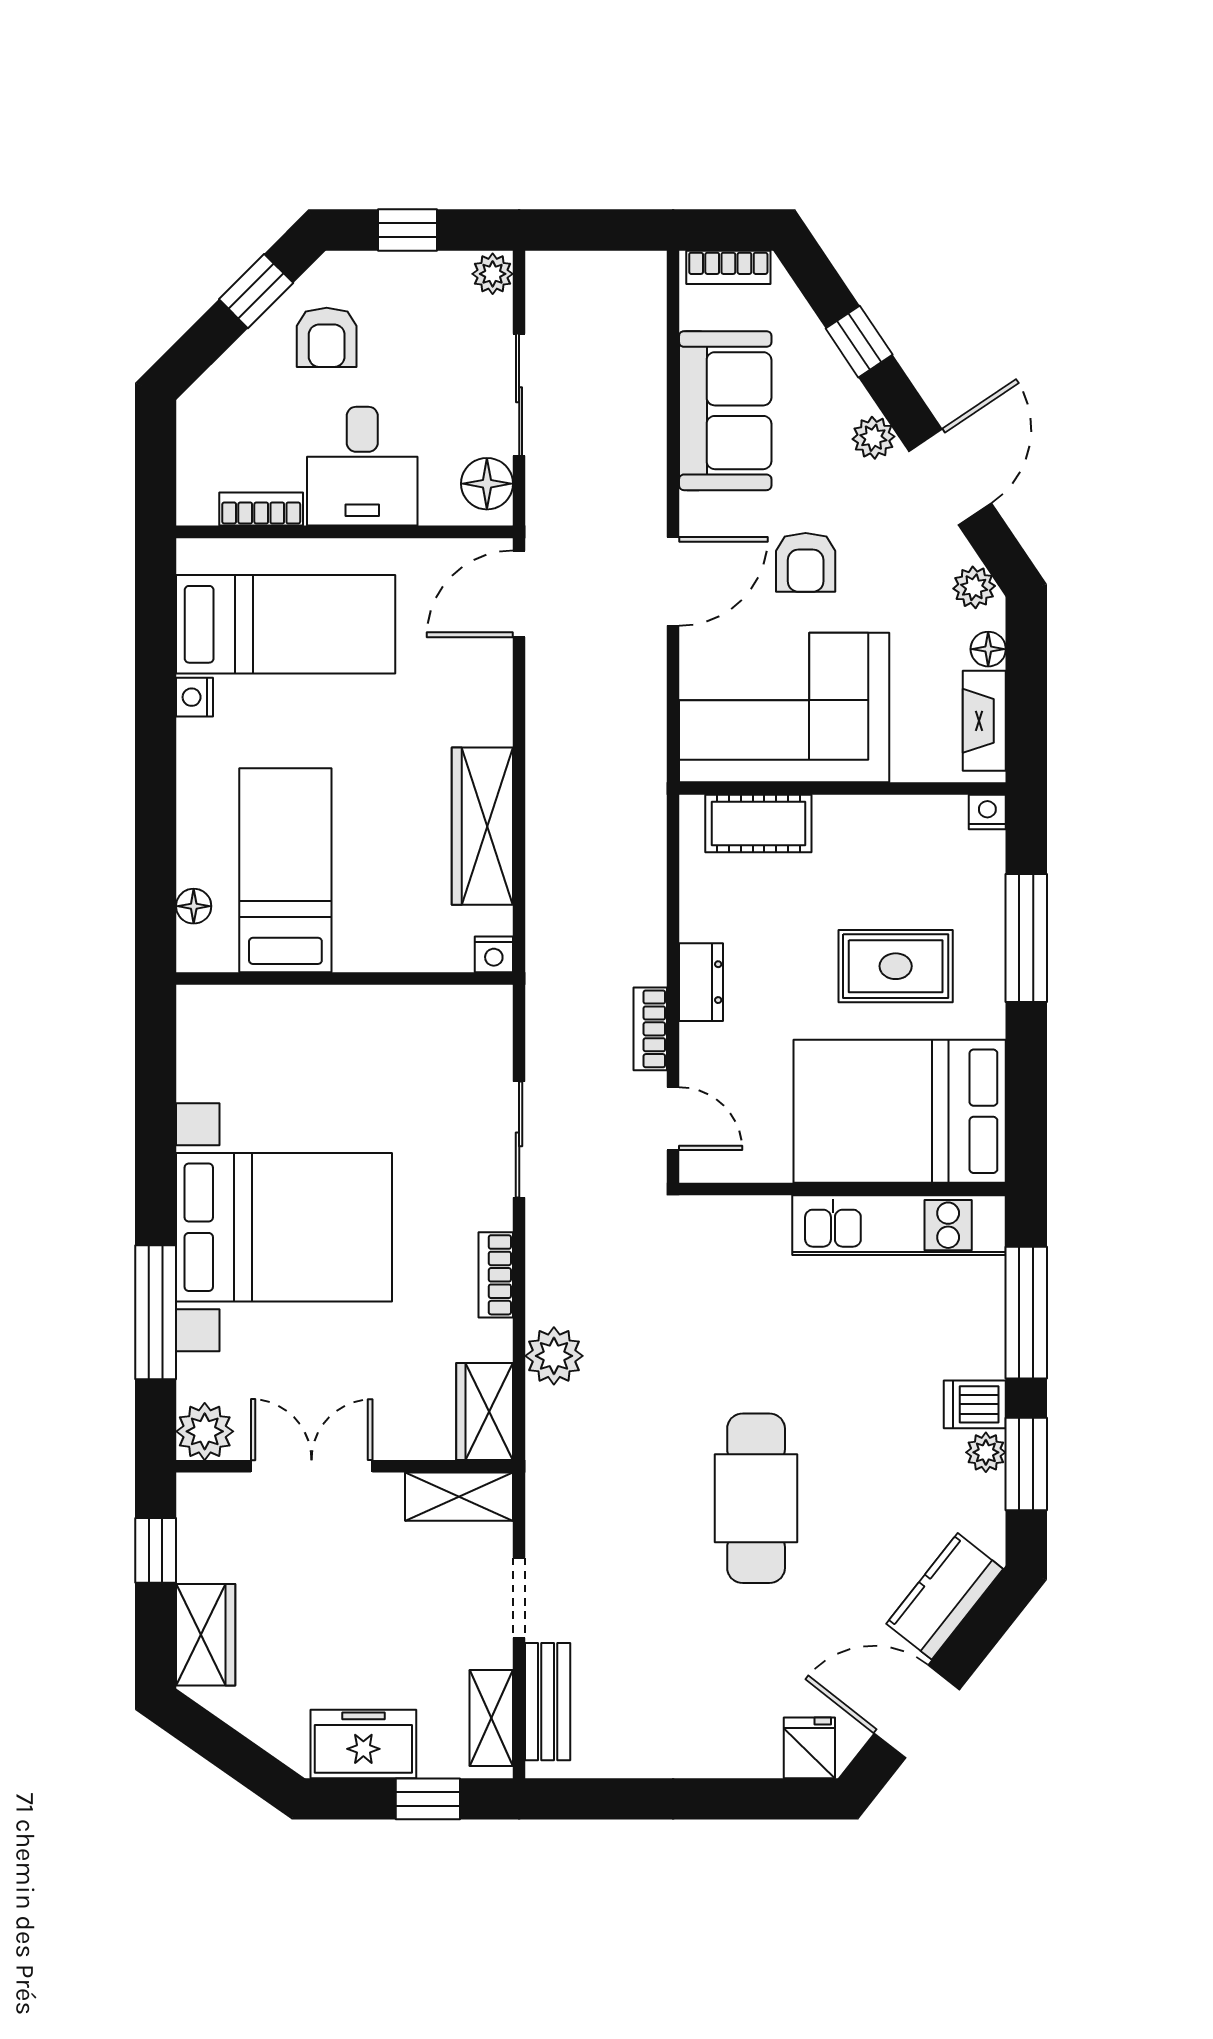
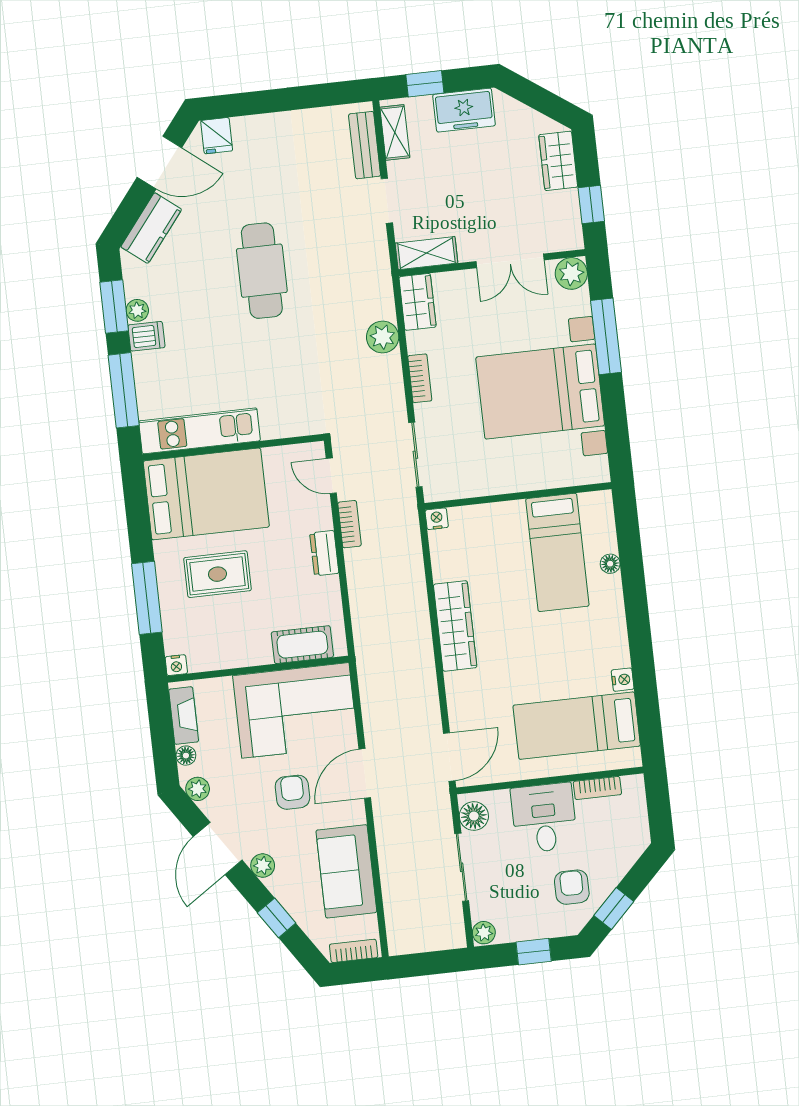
bed: (285, 870) -> (557, 552), moved
nightstand: (494, 954) -> (437, 519), moved
wall: (344, 978) -> (518, 496), moved

